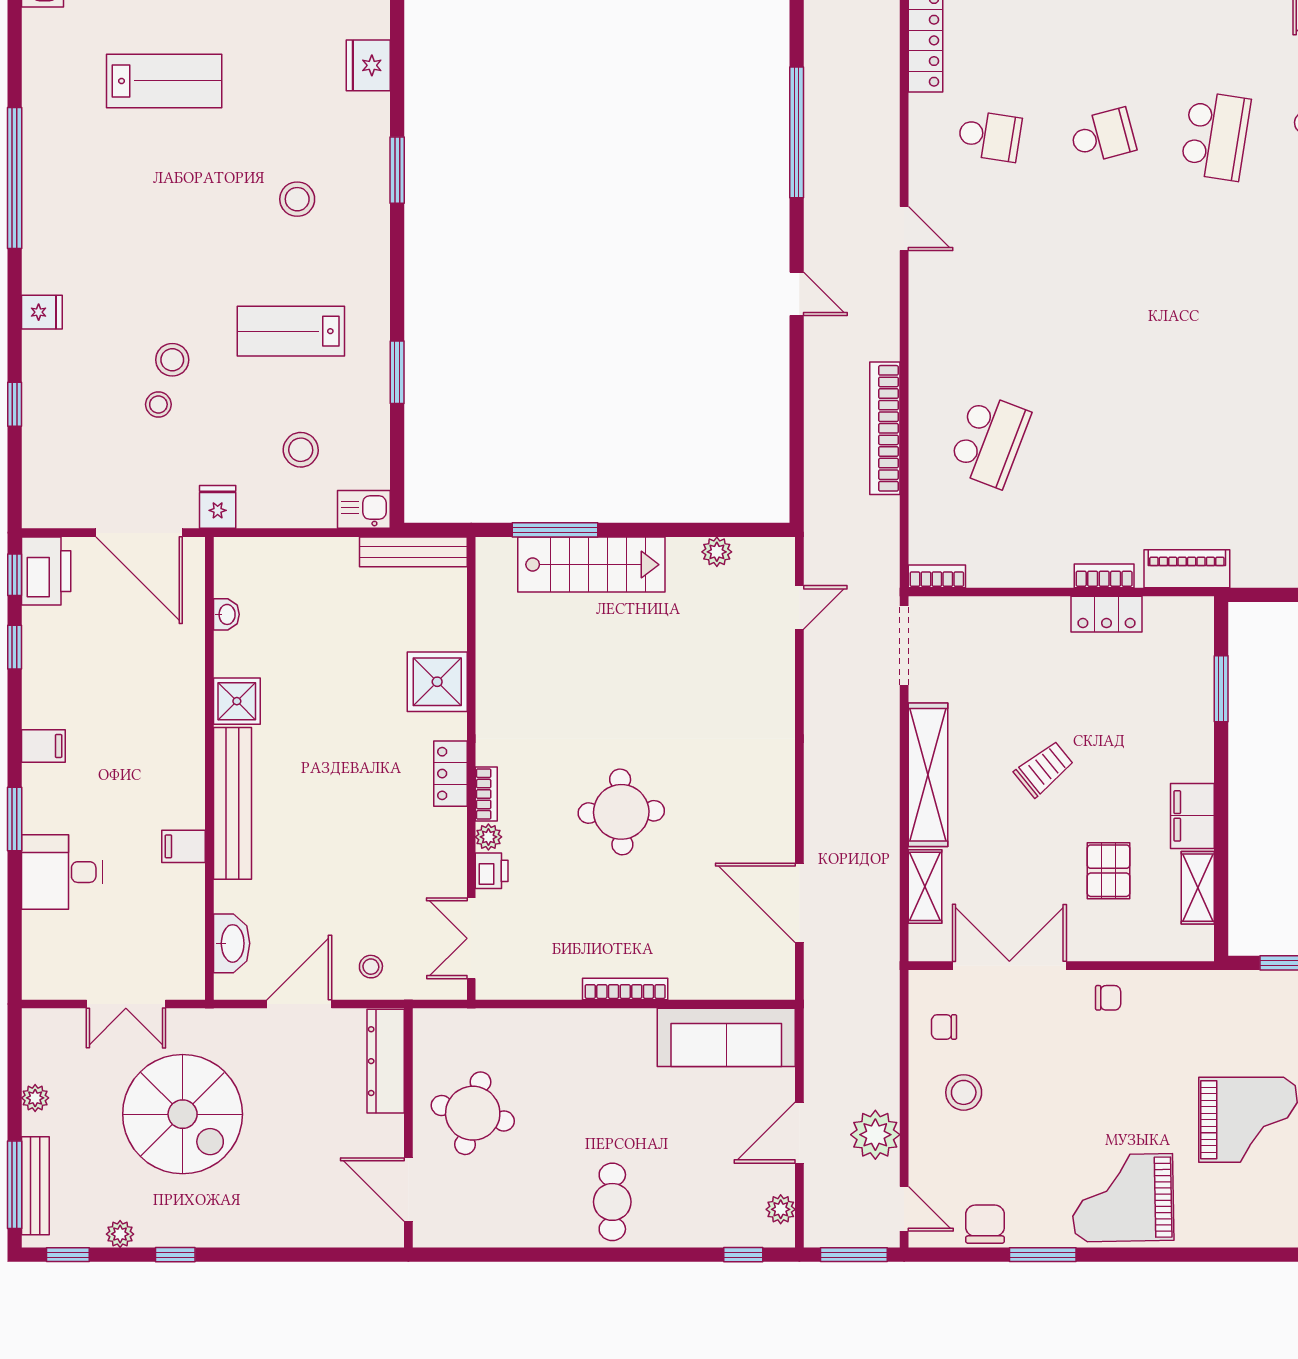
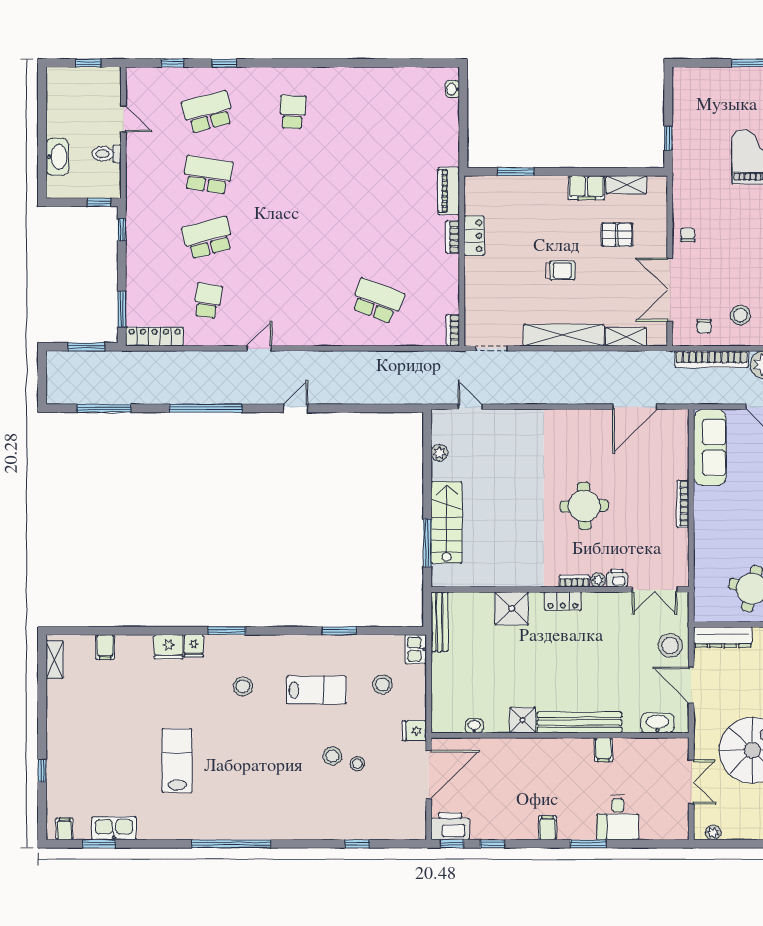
school desk: (1103, 136) -> (208, 238), width x1.85
fridge: (42, 312) -> (194, 646), moved, turned 180
lab bench: (291, 331) -> (316, 690), turned -90
bookcase: (885, 428) -> (712, 359), moved
doorway: (904, 645) -> (492, 348), width x0.73
trolley: (1044, 769) -> (560, 271), turned 129
stool: (371, 967) -> (670, 645), width x1.89, depth x1.89
plant: (35, 1098) -> (713, 832), moved

